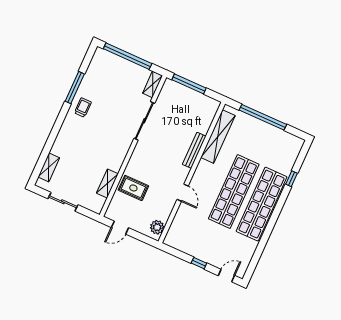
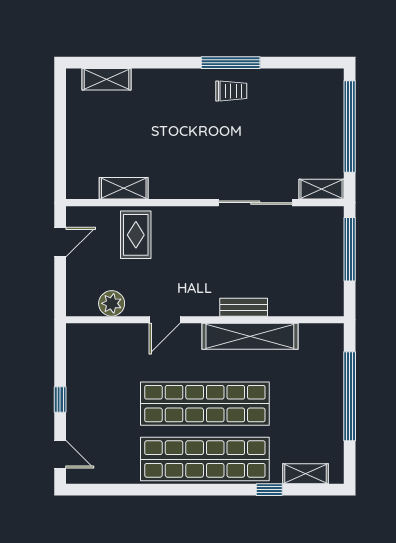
window: (75, 88) -> (231, 63), moved
shelving: (218, 137) -> (250, 336), moved
bench: (194, 150) -> (244, 307), width x0.73
shelving: (292, 157) -> (306, 474), added
sliding door: (63, 202) -> (60, 128), removed
plant: (157, 227) -> (112, 303), moved
door: (120, 228) -> (60, 242), swing flipped

